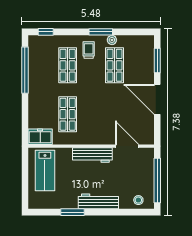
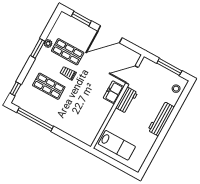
trolley: (89, 50) -> (68, 73), moved
shop shelf: (68, 114) -> (85, 106), removed
freezer: (40, 137) -> (114, 92), moved
workbench: (92, 155) -> (127, 100), width x0.73
window: (157, 180) -> (169, 67), width x0.68
window: (72, 212) -> (158, 142), removed

